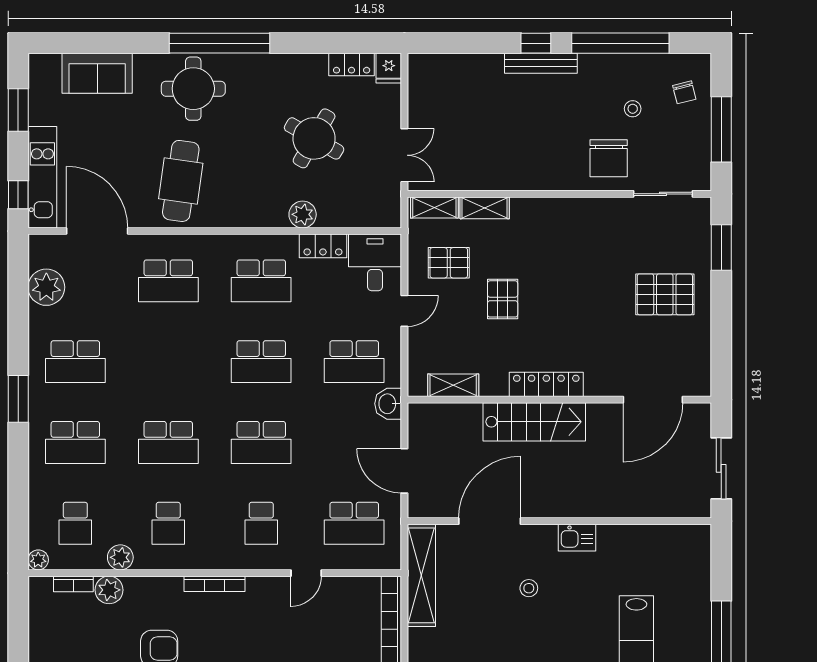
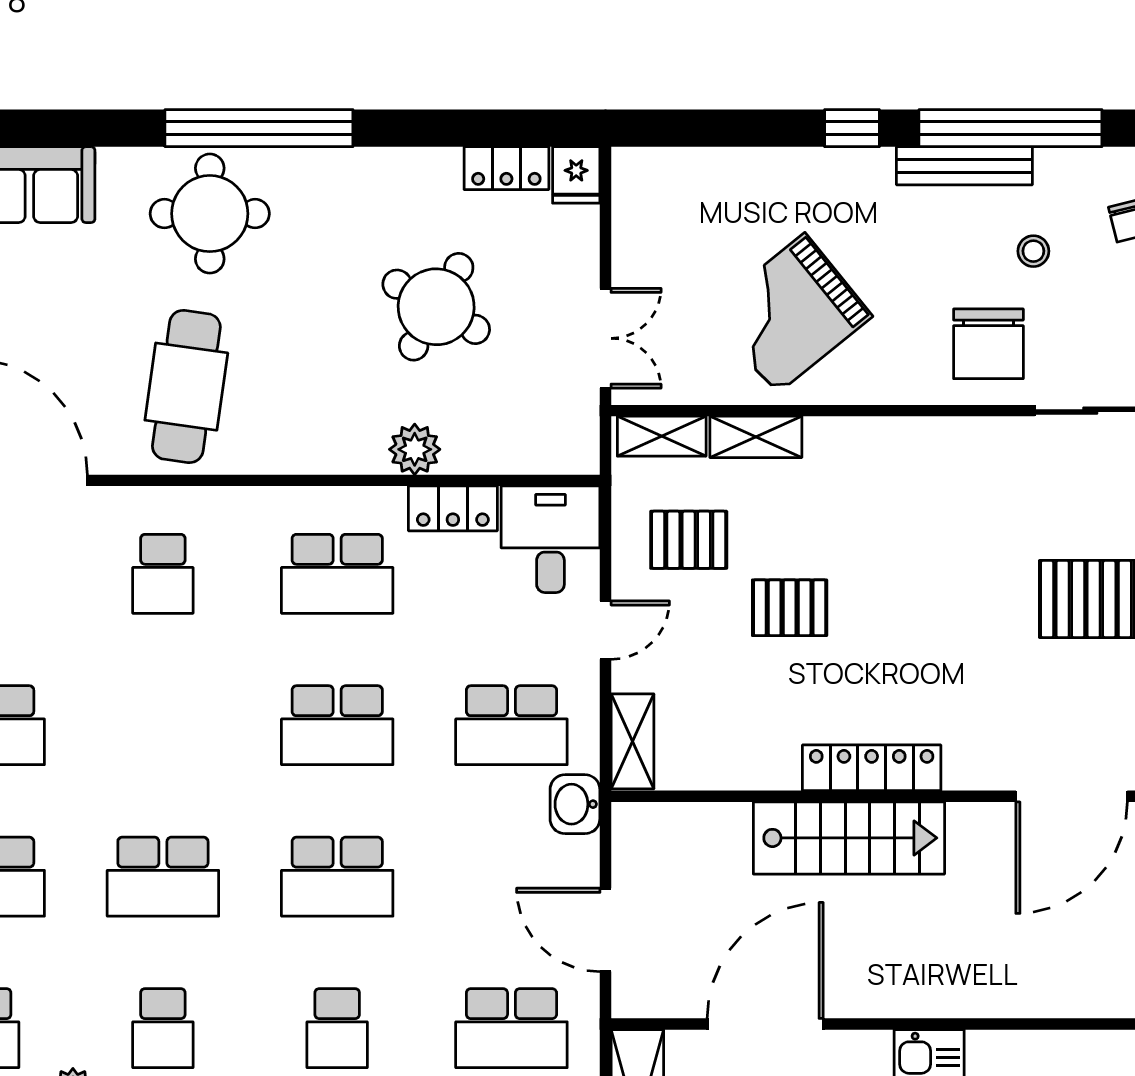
bench: (541, 63) -> (964, 166), moved
grand piano: (503, 142) -> (790, 314), added
school desk: (168, 281) -> (163, 574), width x0.54
pallet: (503, 299) -> (790, 608), turned 90
shelving: (453, 385) -> (632, 741), moved, turned 90

